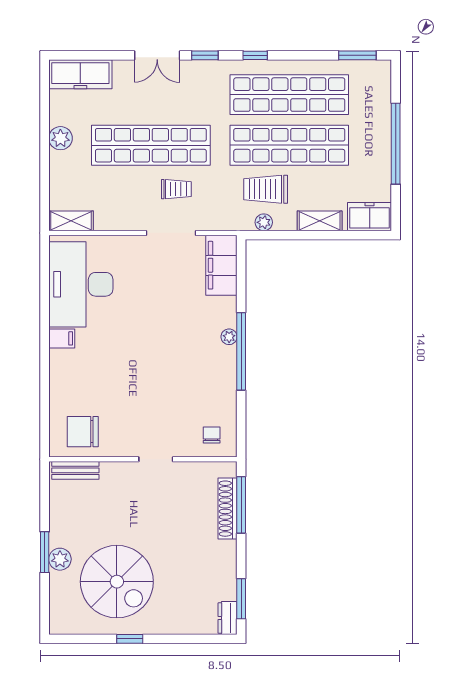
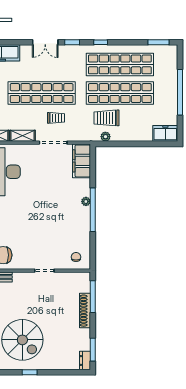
shelving: (320, 221) -> (22, 136), moved
shoe rack: (228, 509) -> (85, 311), moved

